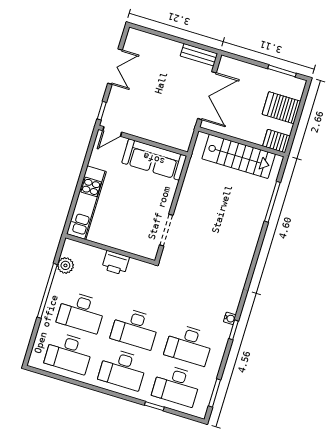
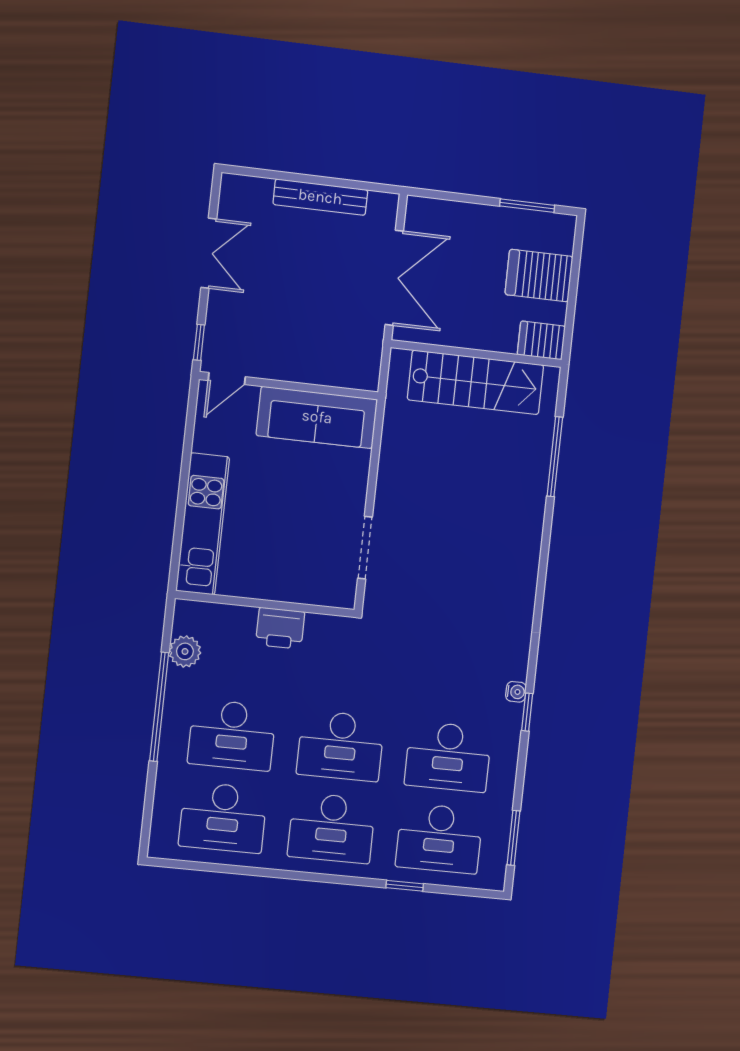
bench: (199, 55) -> (320, 197), moved, width x1.36

